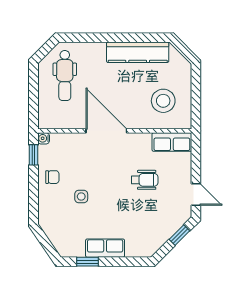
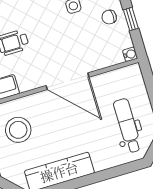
window: (34, 155) -> (131, 19), moved

